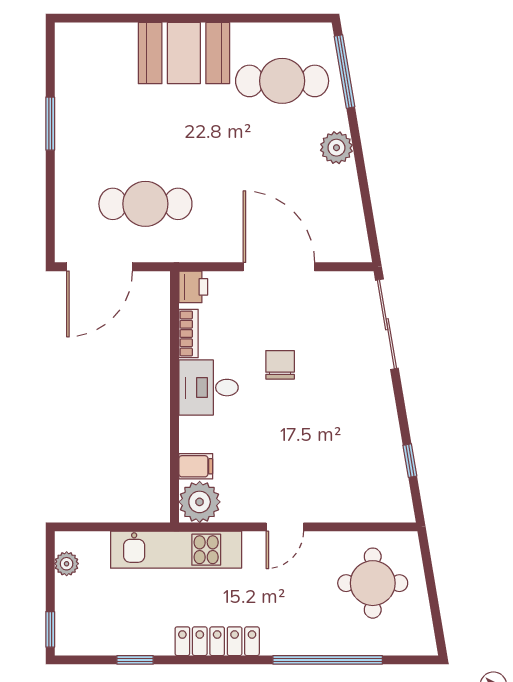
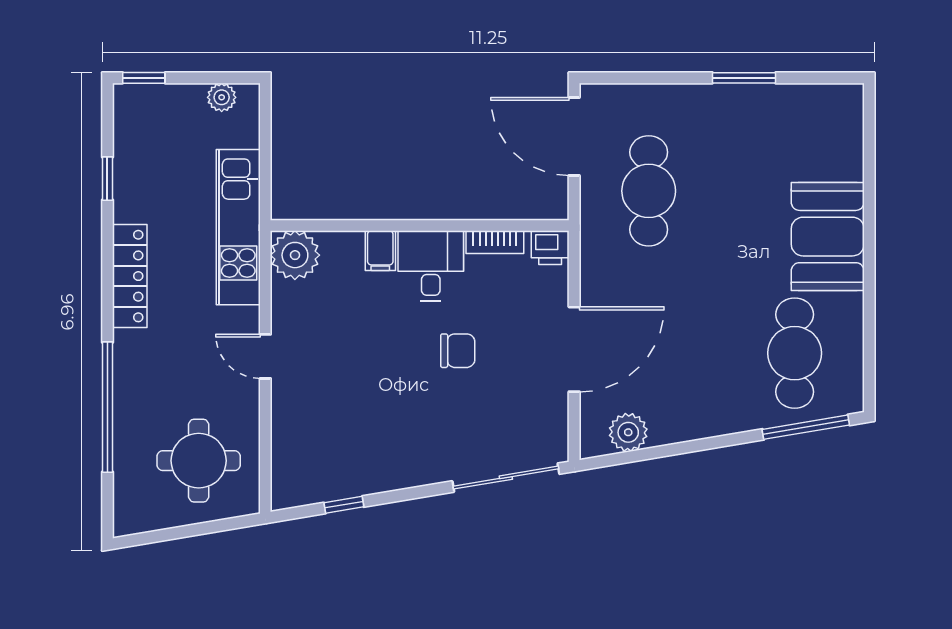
plant: (336, 148) -> (628, 432), moved
filing cabinet: (196, 466) -> (380, 251), moved

